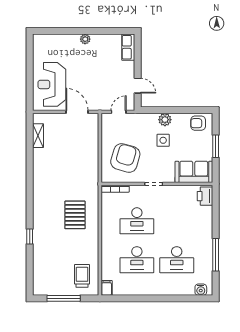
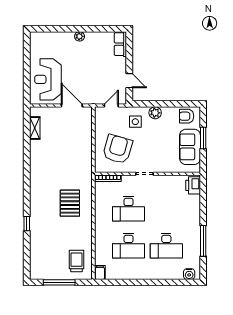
side table: (163, 140) -> (135, 122), moved
sofa: (194, 172) -> (190, 147), moved, turned -90

